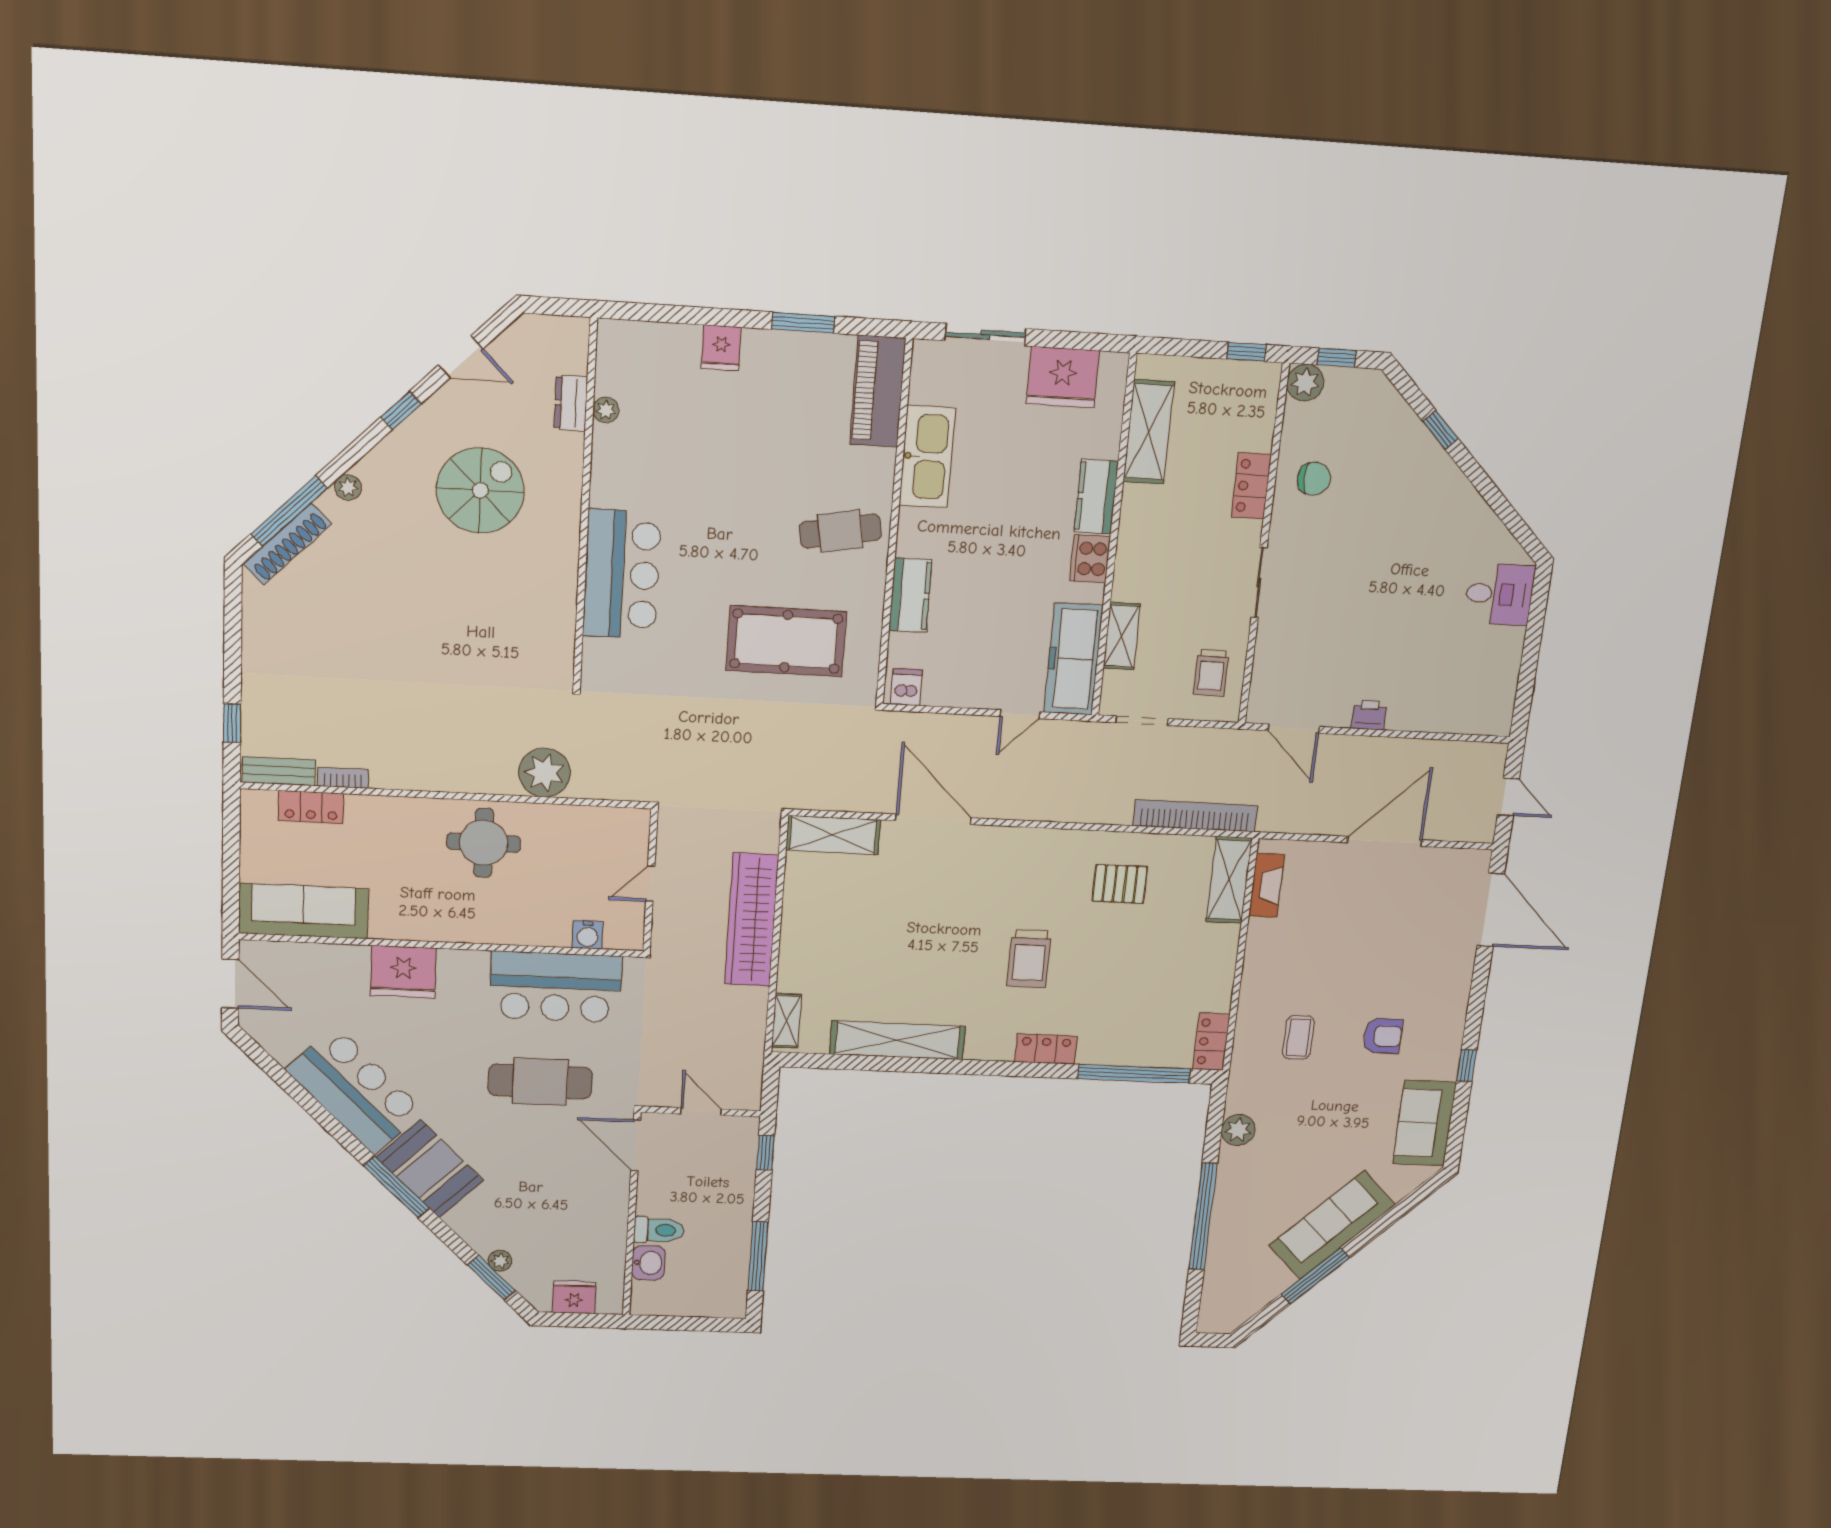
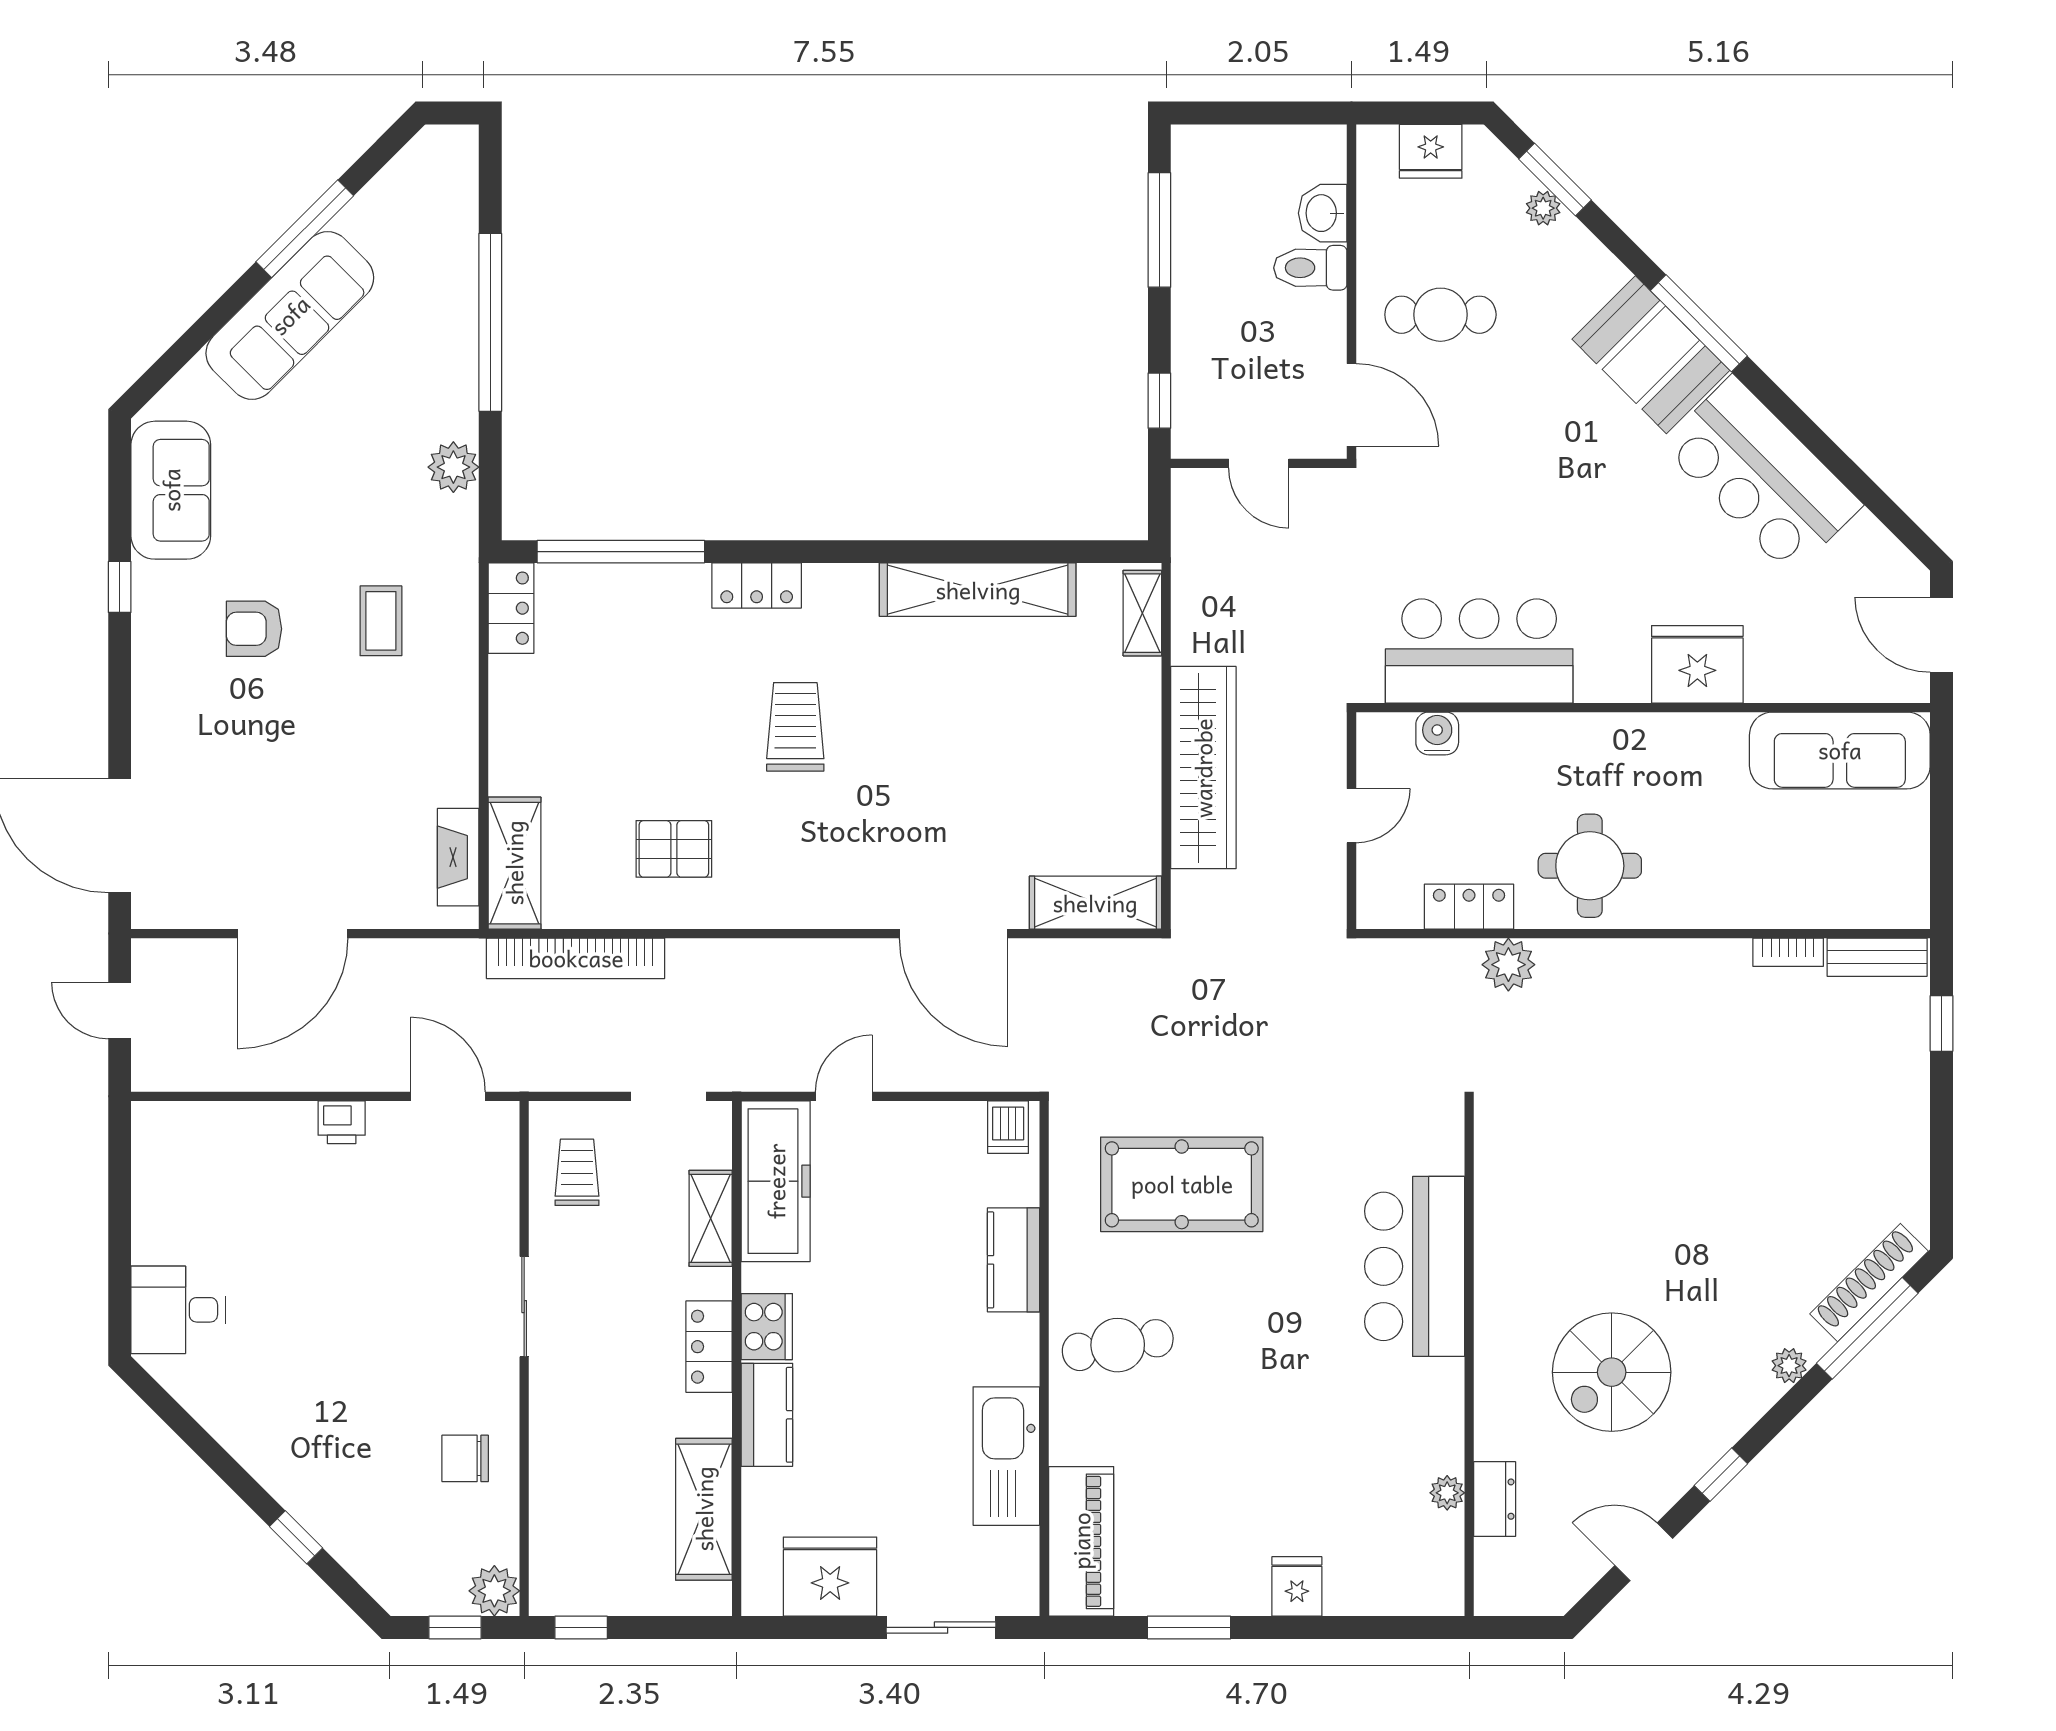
locker: (1251, 486) -> (709, 1347), moved, turned 180
plant: (545, 773) -> (1508, 965), width x0.73, depth x0.73
locker: (311, 807) -> (1469, 907), moved
cafe table: (540, 1082) -> (1440, 315), moved, width x0.73, depth x0.74

